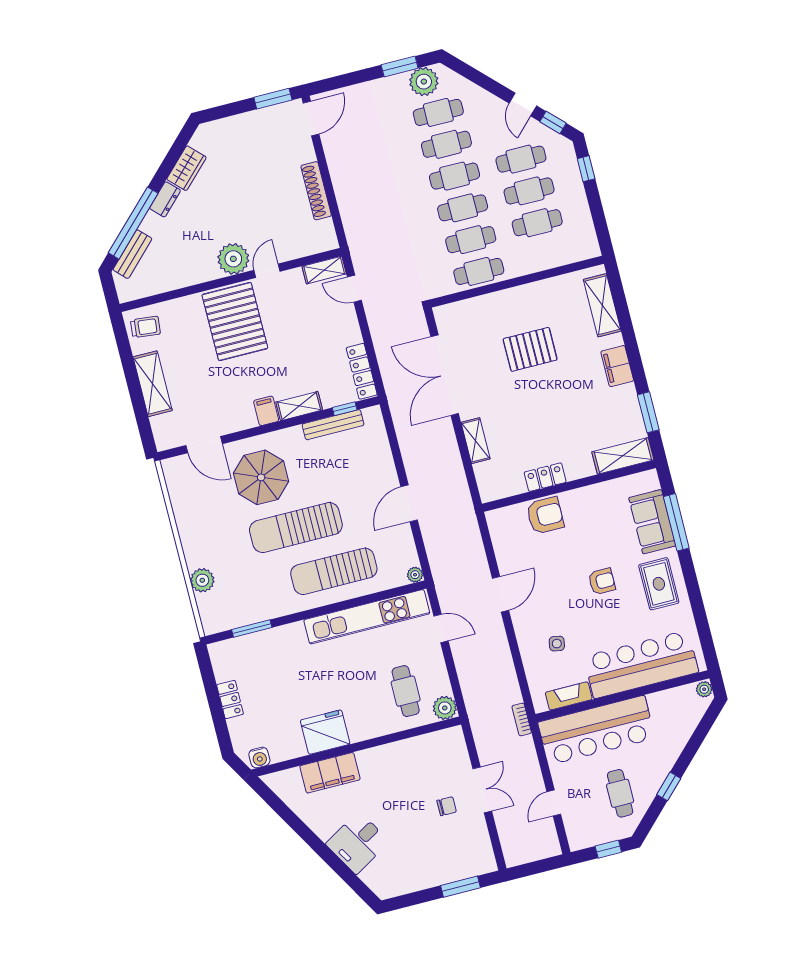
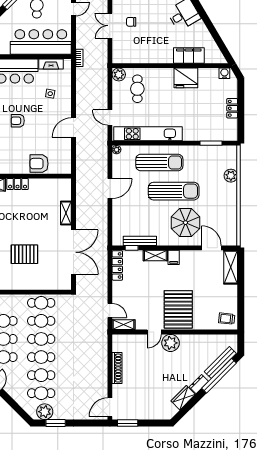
bench: (133, 254) -> (220, 363), width x1.36
shelving: (153, 384) -> (231, 267), moved
locker: (545, 477) -> (18, 184), moved

